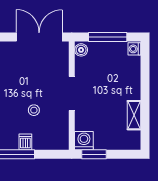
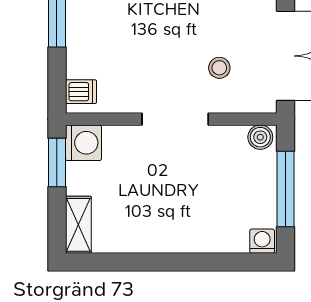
stool: (34, 110) -> (219, 68), moved
shelving: (134, 115) -> (78, 225), moved, turned 90
dishwasher: (25, 142) -> (81, 92), moved

